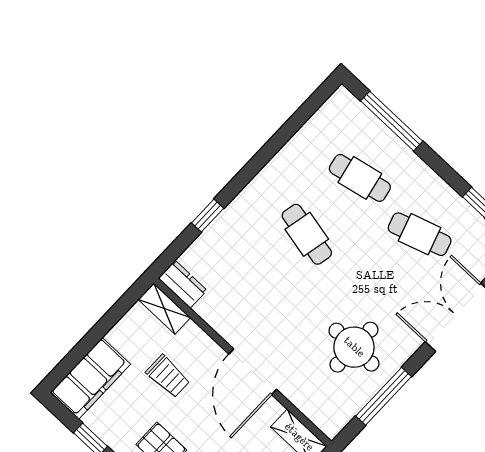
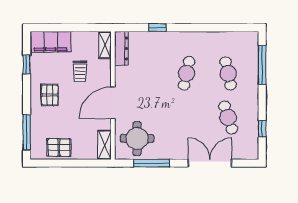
dresser: (183, 284) -> (121, 48), width x1.44
round table: (354, 347) -> (137, 138), moved

